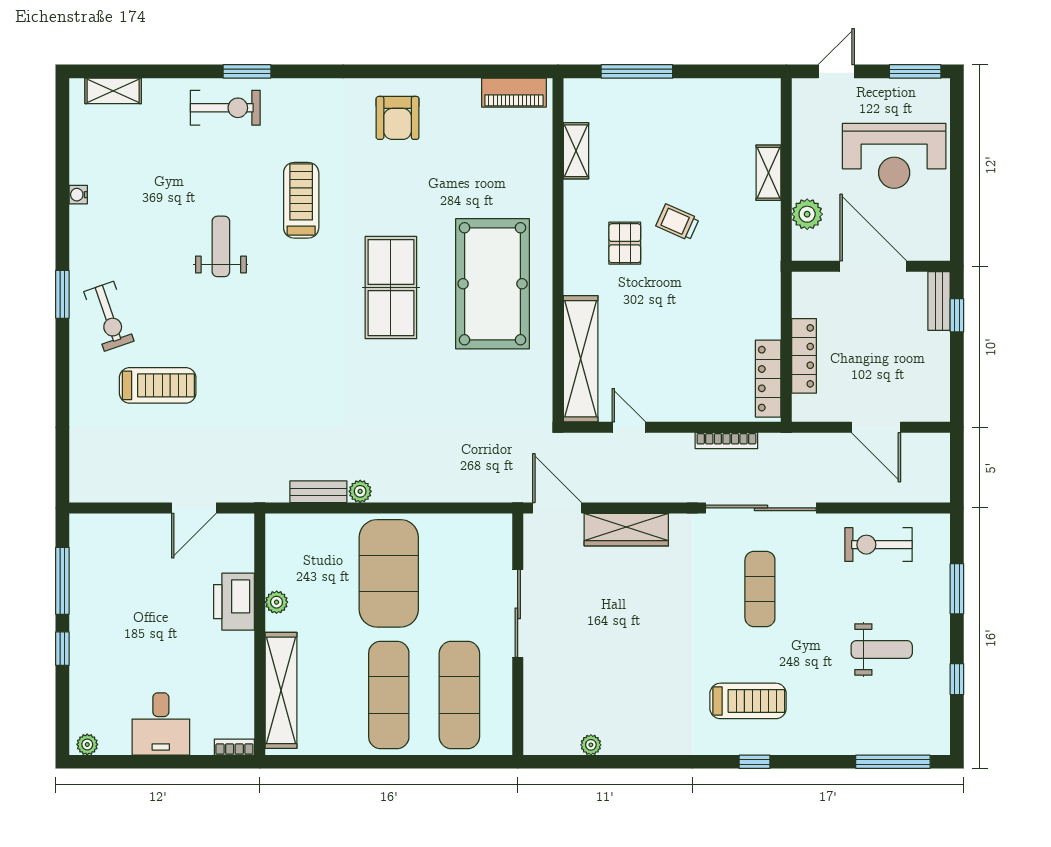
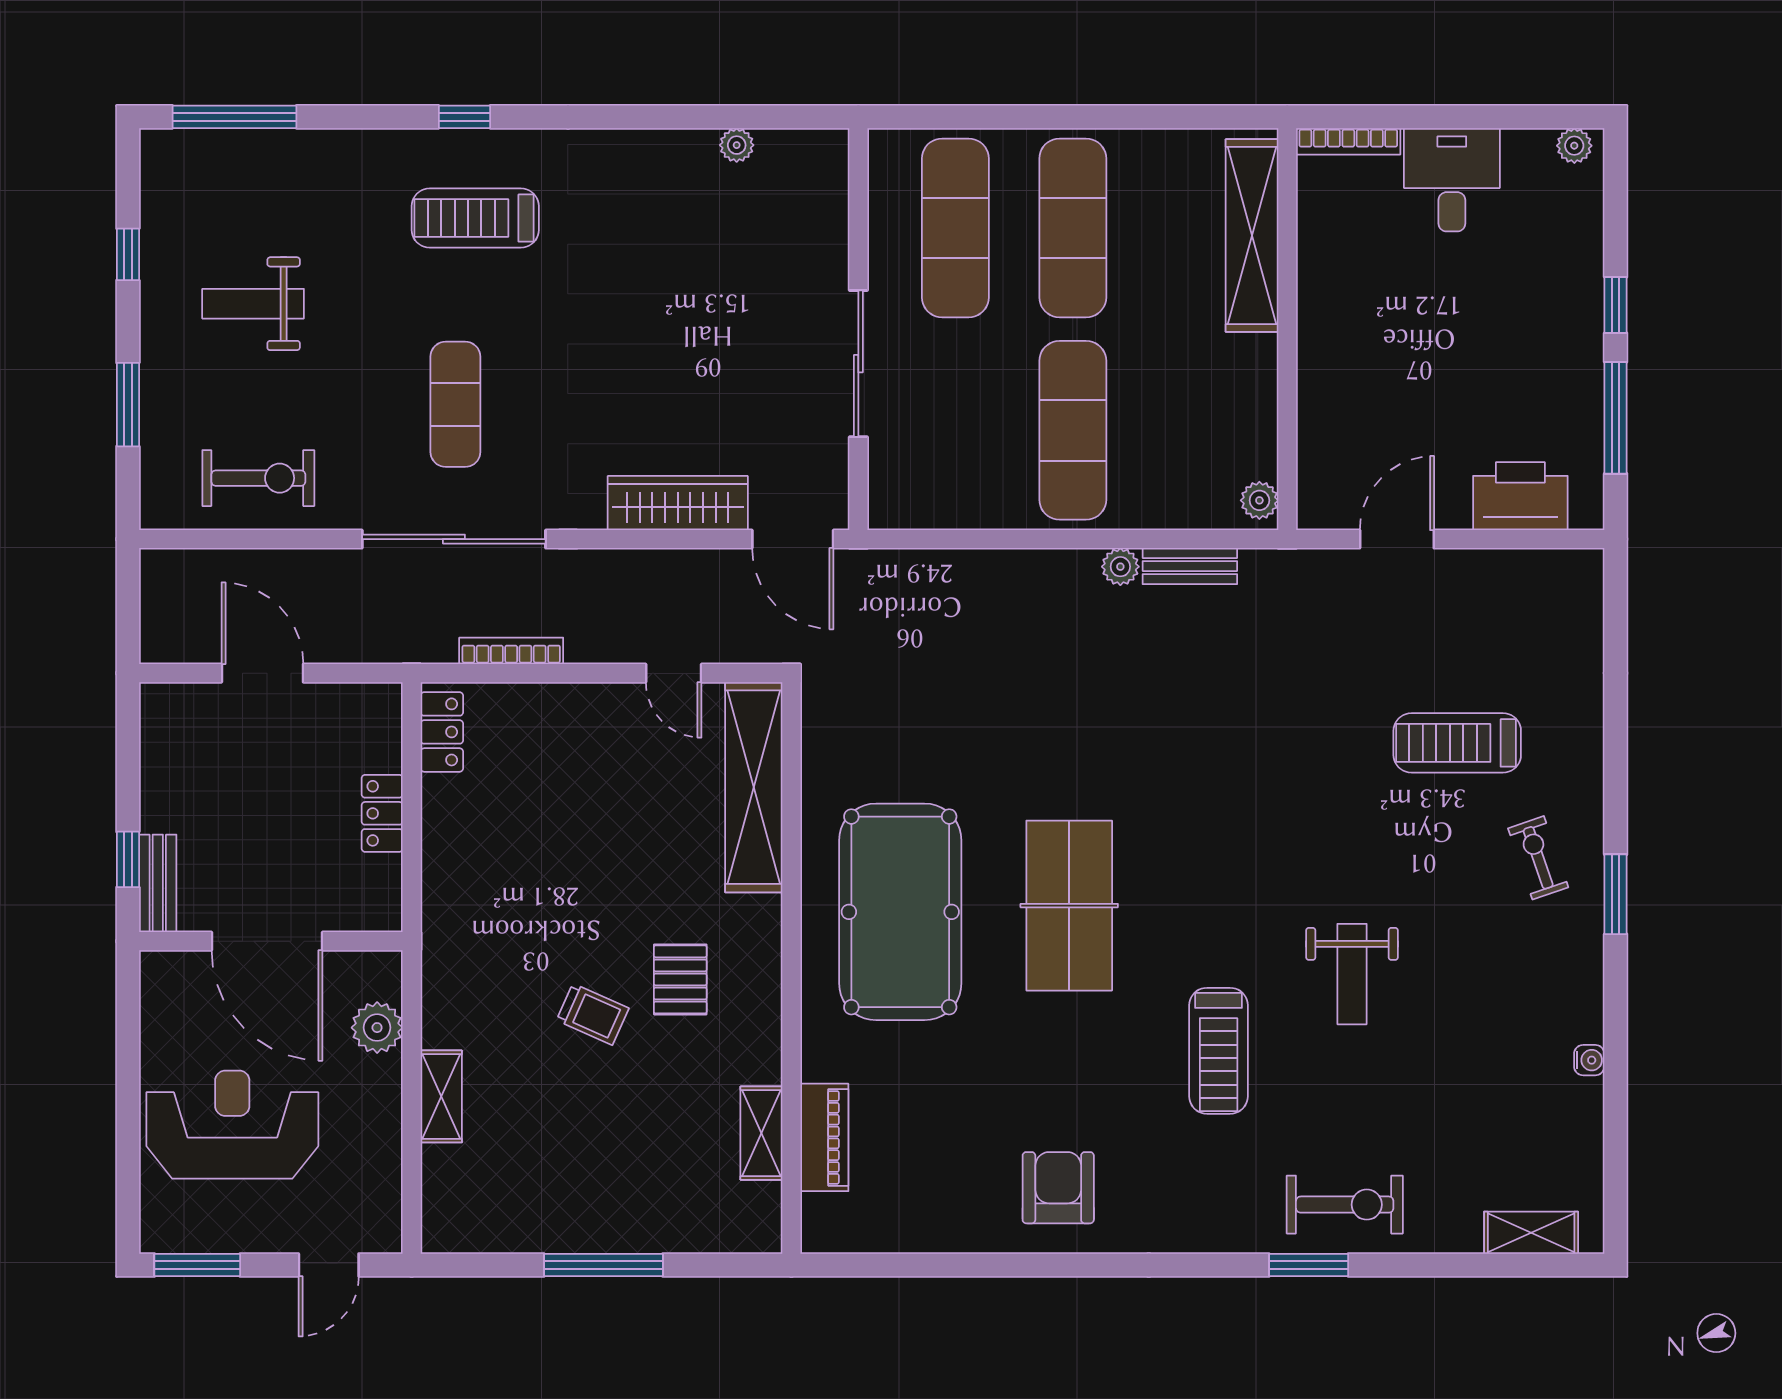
window: (637, 71) -> (603, 1265), moved
piano: (514, 93) -> (824, 1137), moved, turned 90
exercise bike: (225, 108) -> (1345, 1205), turned 180
exercise bike: (109, 316) -> (1538, 858), width x0.73, depth x0.72
locker: (804, 356) -> (382, 813), width x0.66
locker: (768, 379) -> (442, 732), width x0.66
exercise mat: (389, 573) -> (1073, 430), width x0.68
printer: (234, 602) -> (1520, 496), moved, turned -90
plant: (277, 602) -> (1259, 500), moved
bookcase: (234, 747) -> (1348, 141), width x1.56

